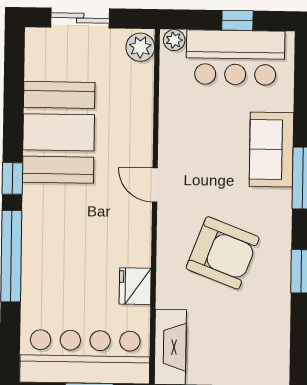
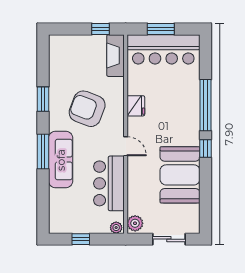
bar counter: (235, 58) -> (109, 183), moved, turned -90
sofa: (271, 150) -> (61, 160), width x1.36
fridge: (135, 286) -> (136, 106), moved

